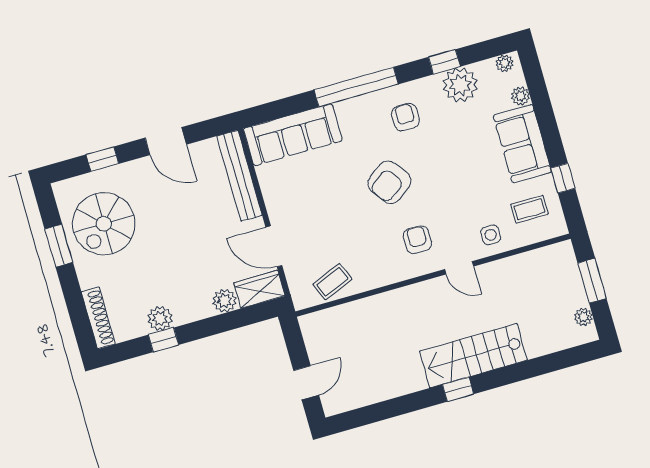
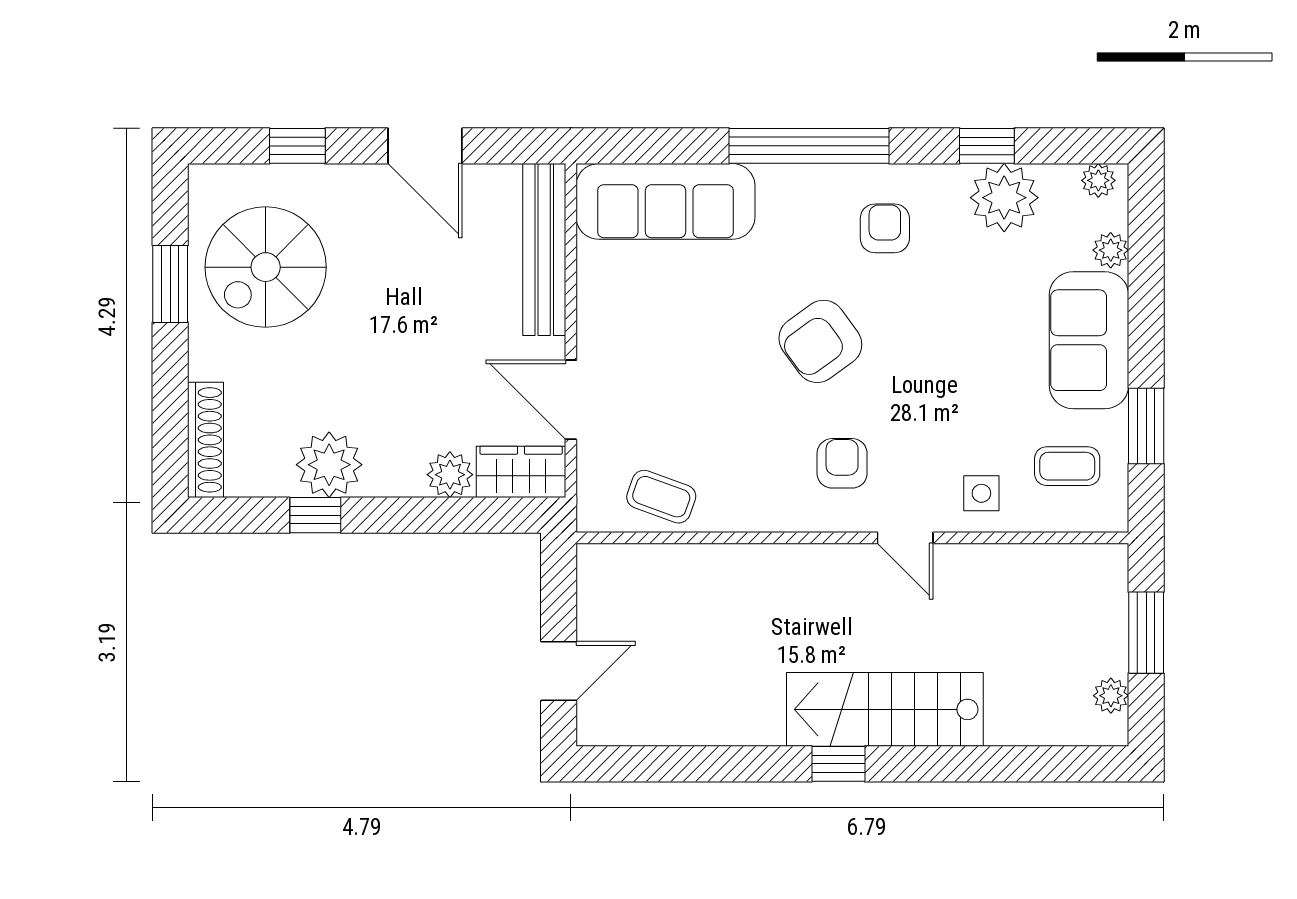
window: (563, 178) -> (1146, 426), width x1.50
coffee table: (332, 282) -> (661, 497), turned 42
plant: (160, 318) -> (329, 465), width x1.36, depth x1.36

